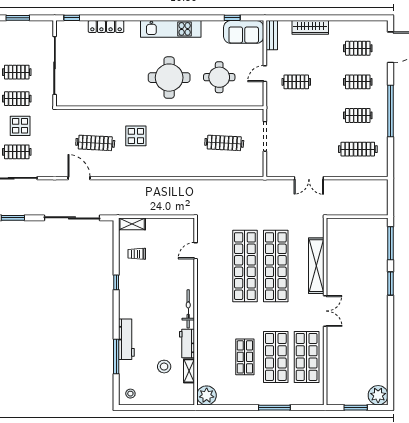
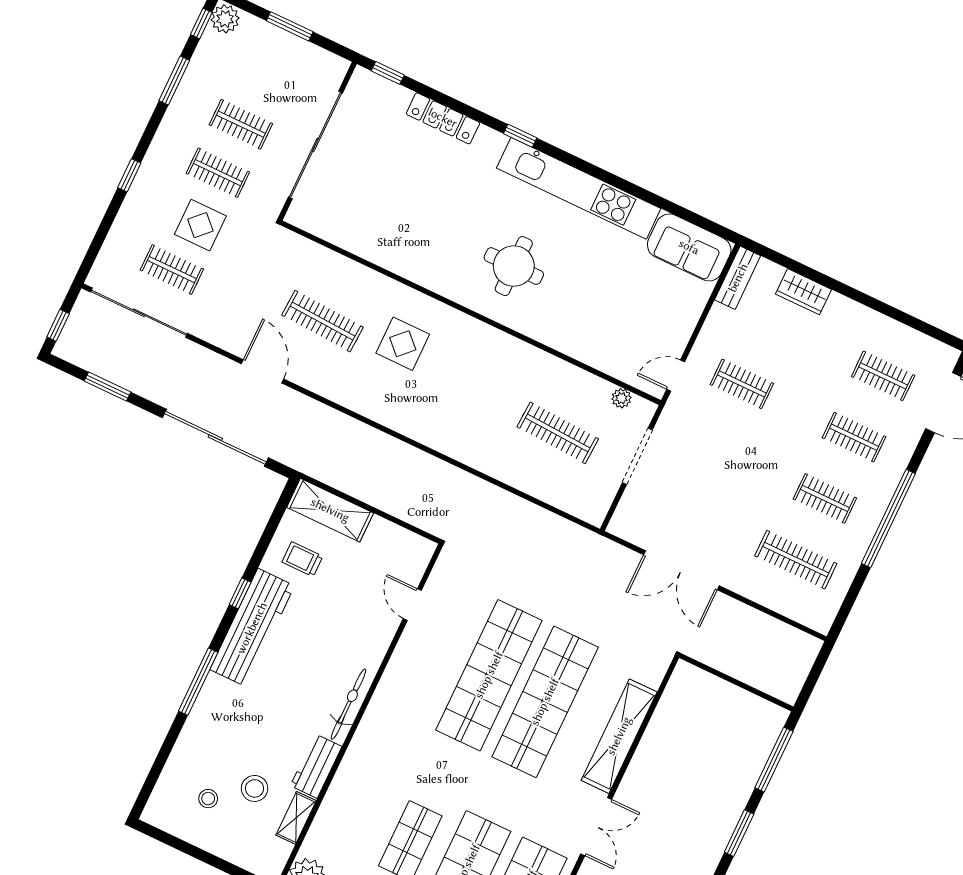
window: (232, 18) -> (520, 136), moved
wardrobe: (310, 27) -> (804, 292), width x0.67
kitchen unit: (171, 29) -> (579, 188), width x1.36
door: (265, 74) -> (676, 376), moved
round table: (219, 77) -> (605, 309), removed
round table: (169, 78) -> (514, 266), width x0.73, depth x0.73
plant: (245, 114) -> (621, 398), added
double door: (309, 178) -> (681, 570), width x1.37
shelving: (132, 224) -> (330, 510), width x1.50, depth x1.33
door: (196, 251) -> (412, 605), hinge flipped
workbench: (126, 339) -> (252, 628), moved, width x1.36, depth x1.32
window: (116, 356) -> (198, 682), moved
stool: (130, 394) -> (208, 799), moved

